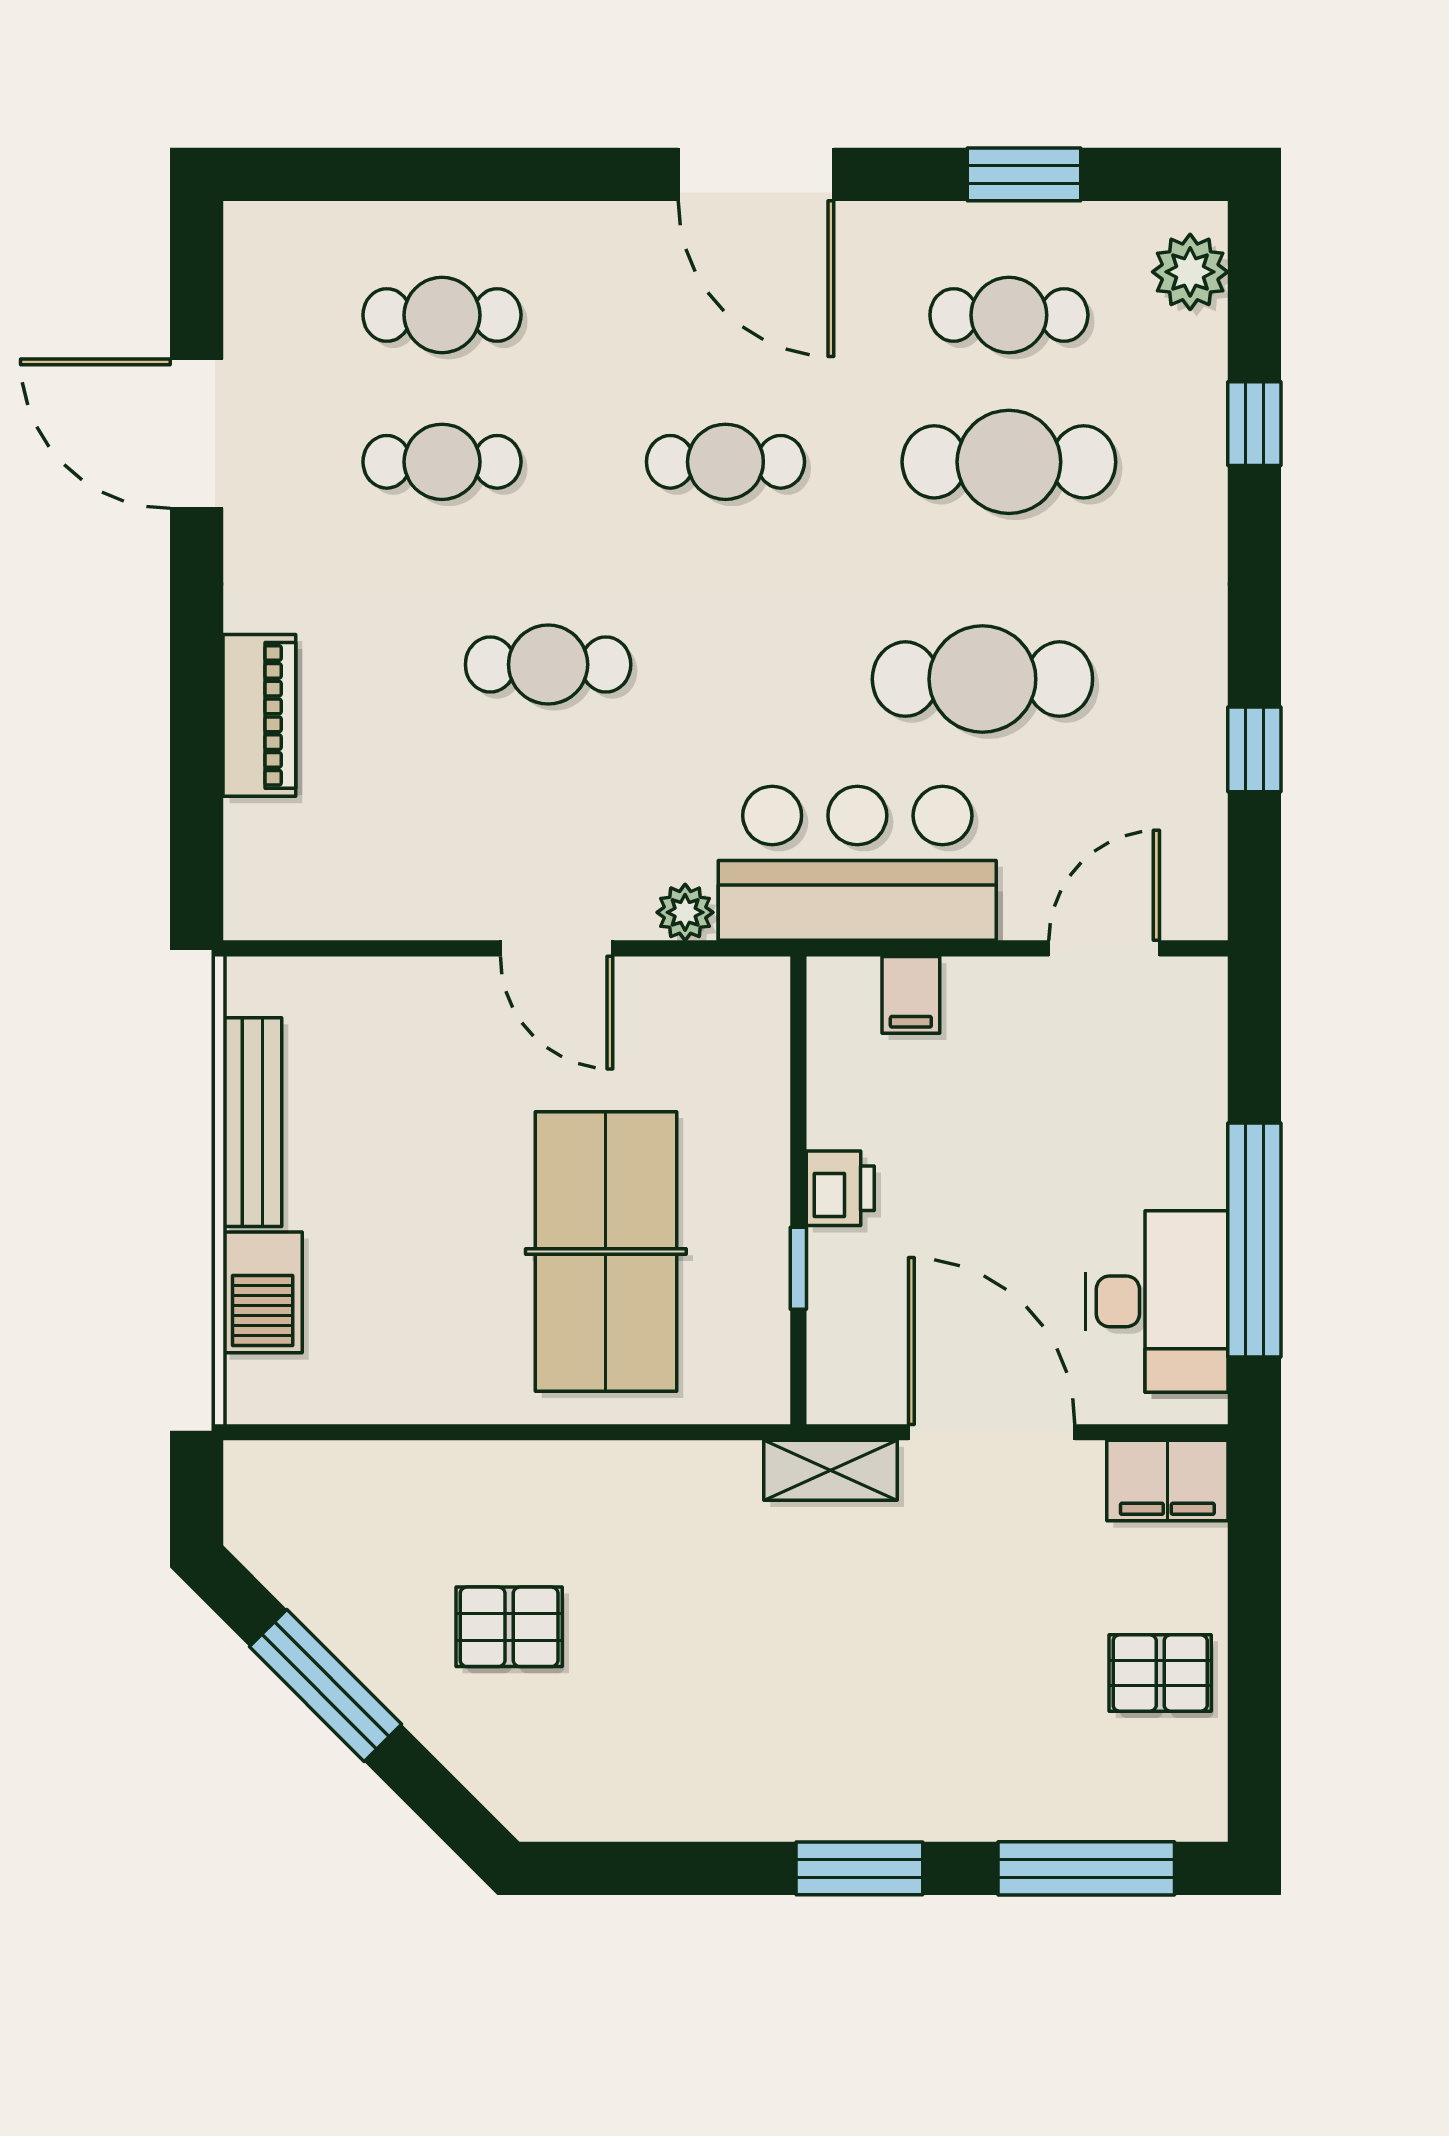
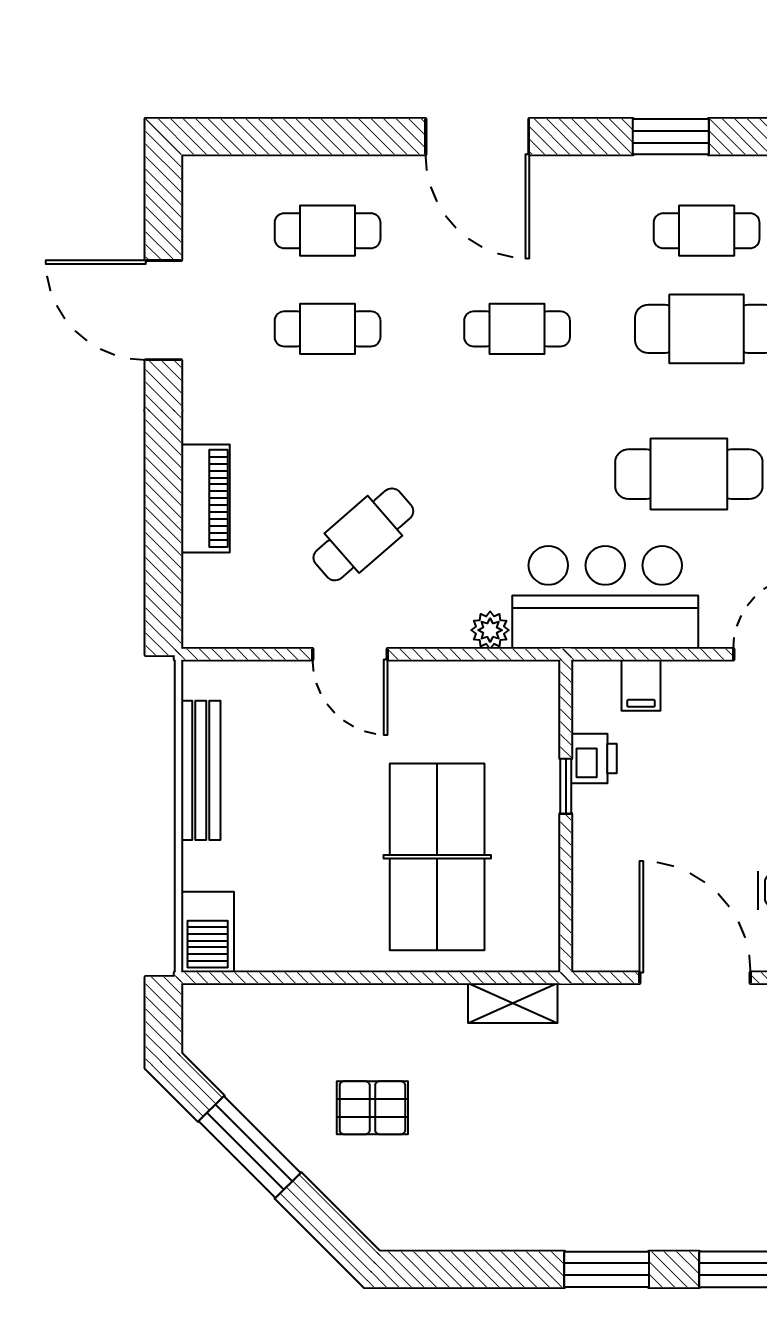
door: (756, 174) -> (477, 137), moved
window: (1024, 174) -> (671, 137), moved
cafe table: (548, 665) -> (363, 534), moved, turned -41
door: (557, 948) -> (350, 654), moved
printer: (840, 1188) -> (594, 758), moved
window: (798, 1268) -> (566, 786), moved
barbecue: (263, 1292) -> (208, 932), moved
shelving: (831, 1470) -> (513, 1003), moved

